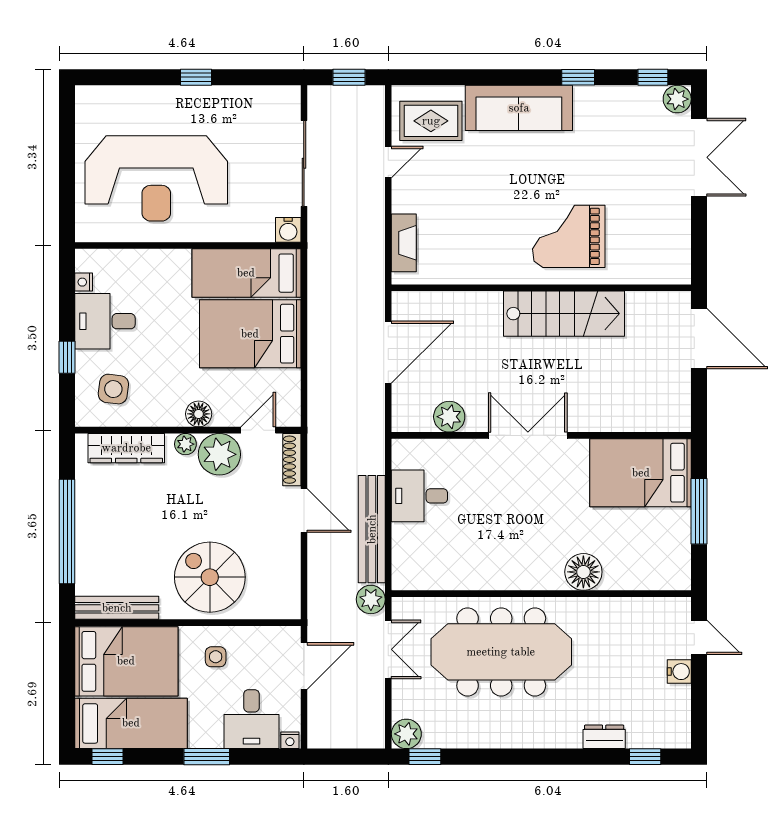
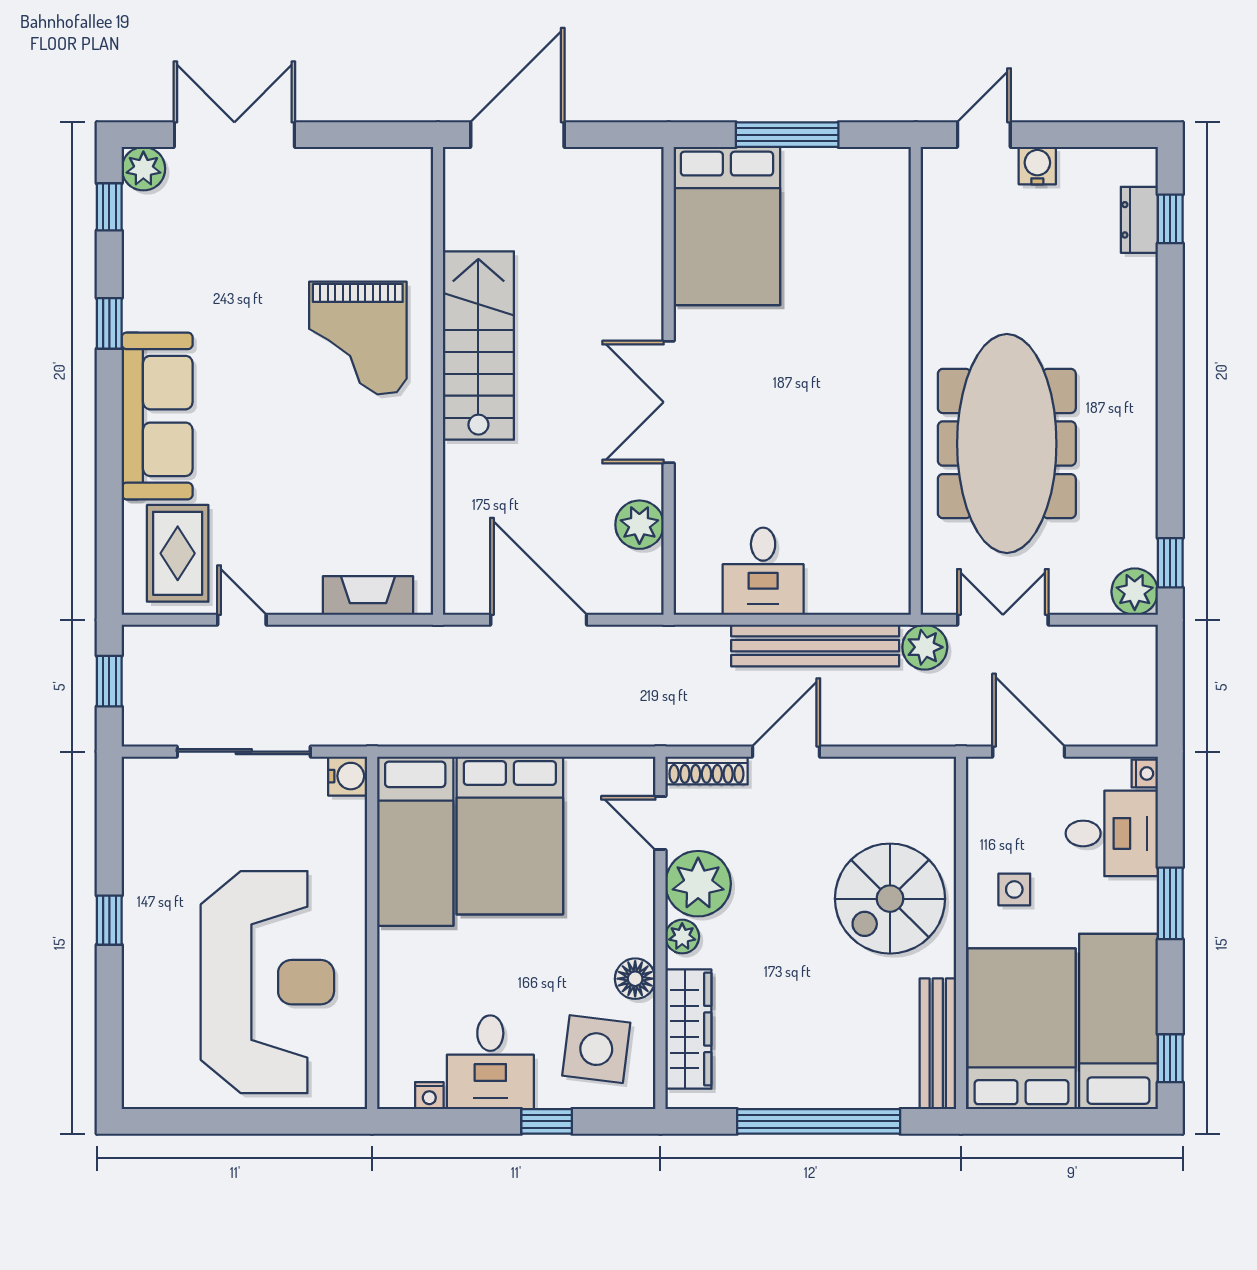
side table: (113, 389) -> (596, 1049), width x1.37, depth x1.37
floor lamp: (199, 414) -> (635, 979), moved
floor lamp: (583, 572) -> (882, 315), removed
dresser: (604, 737) -> (1139, 220), moved

